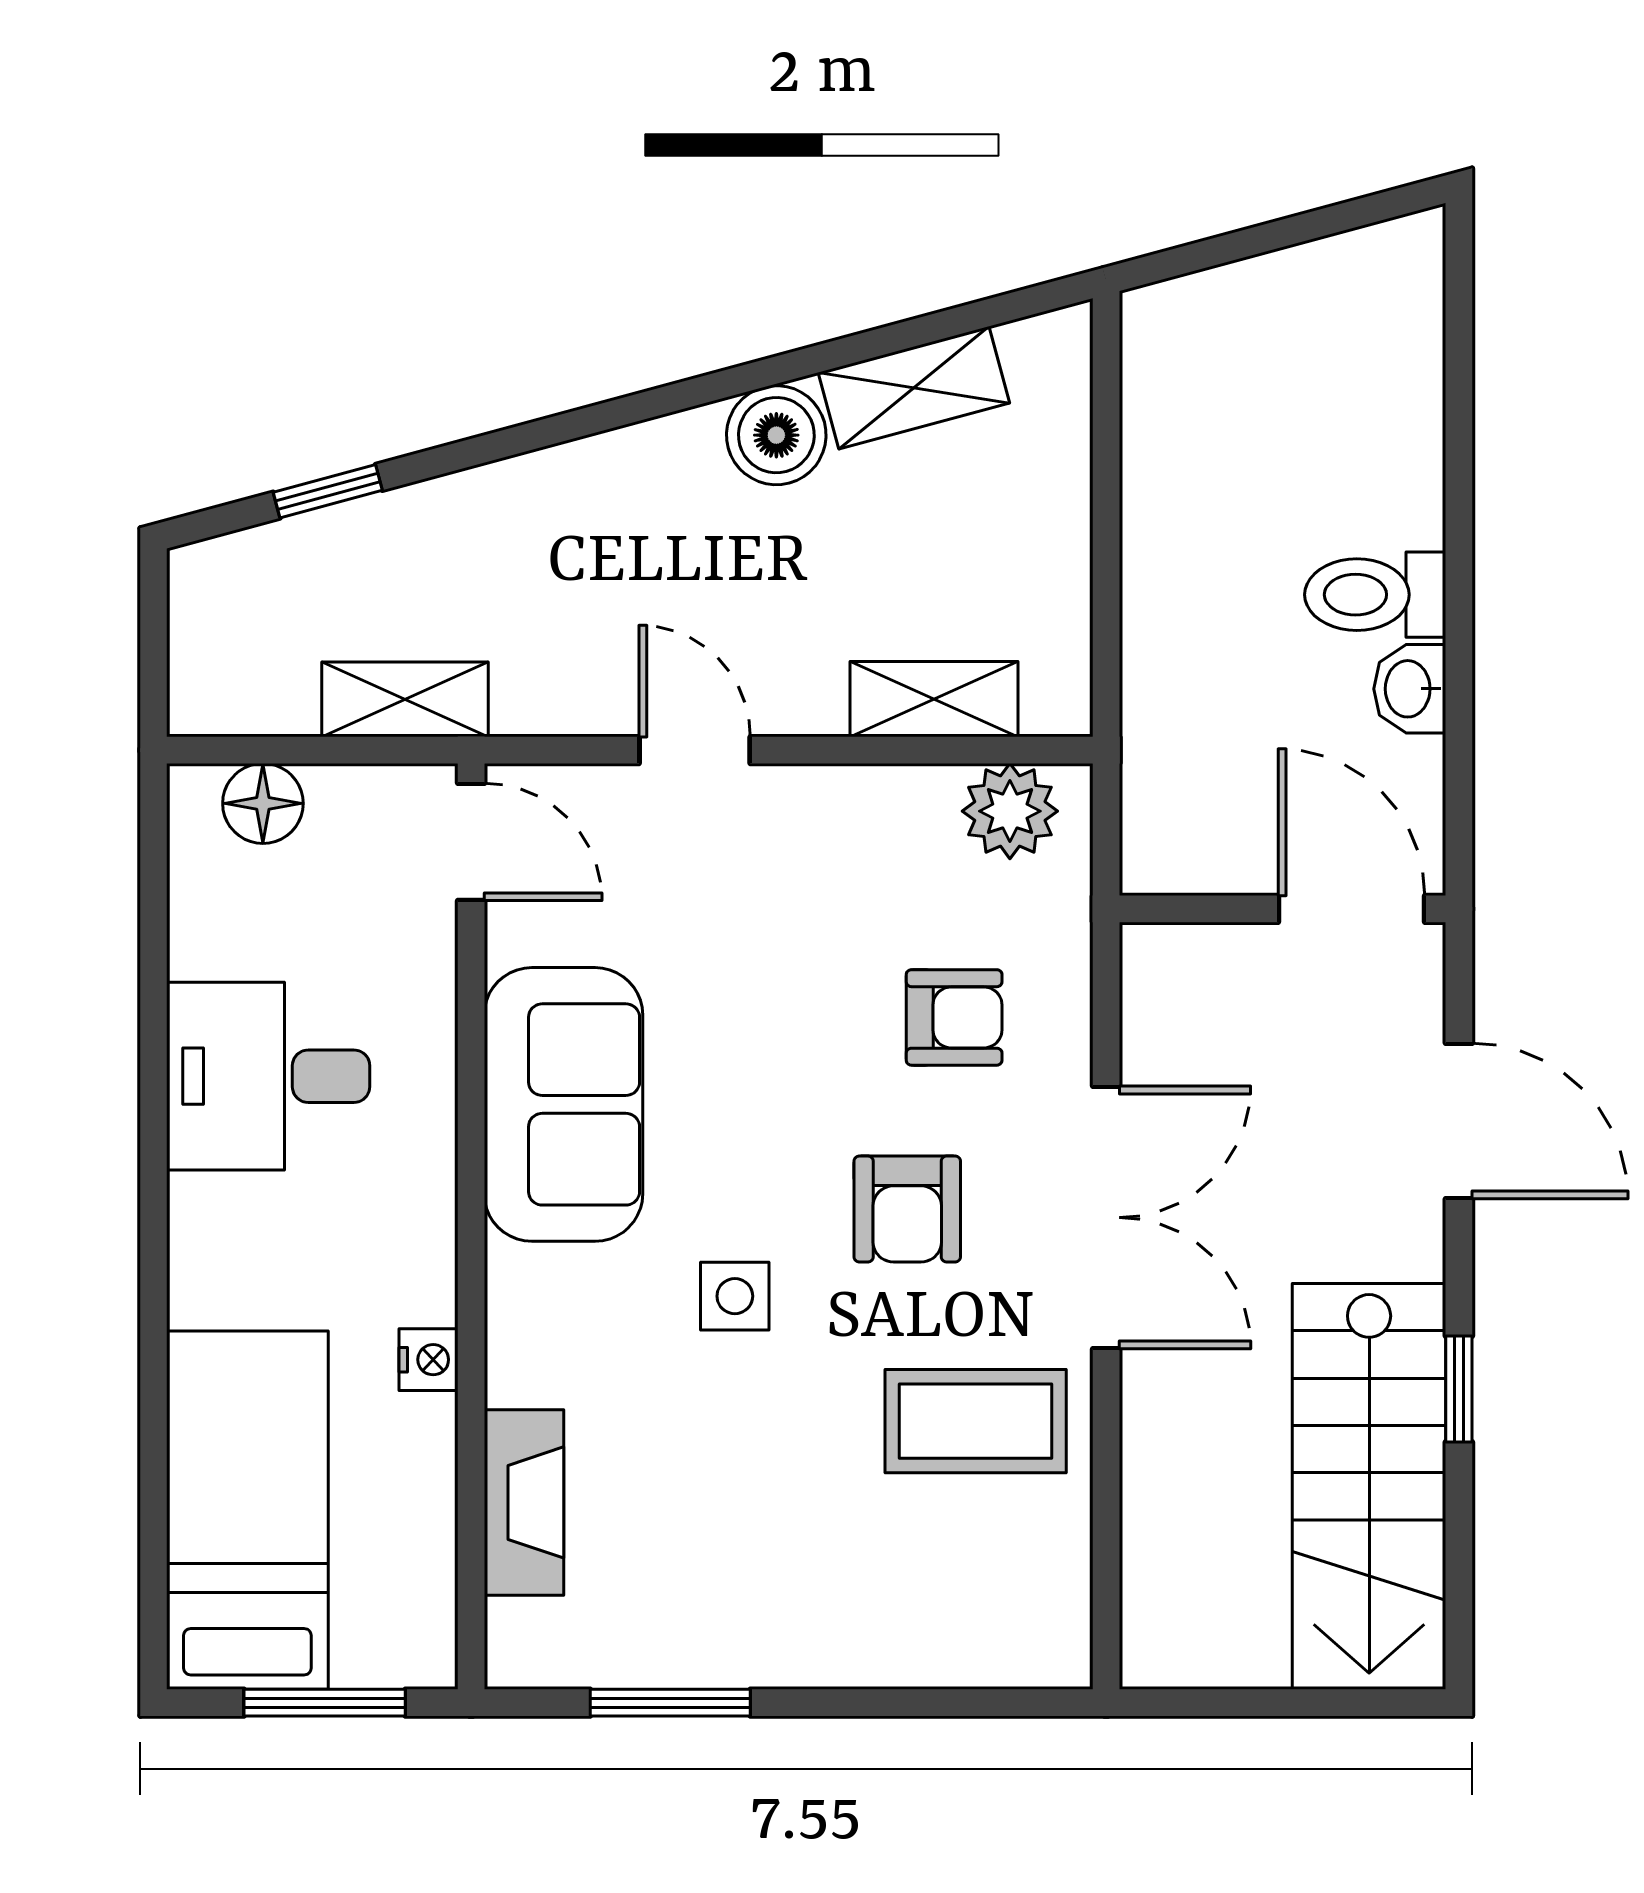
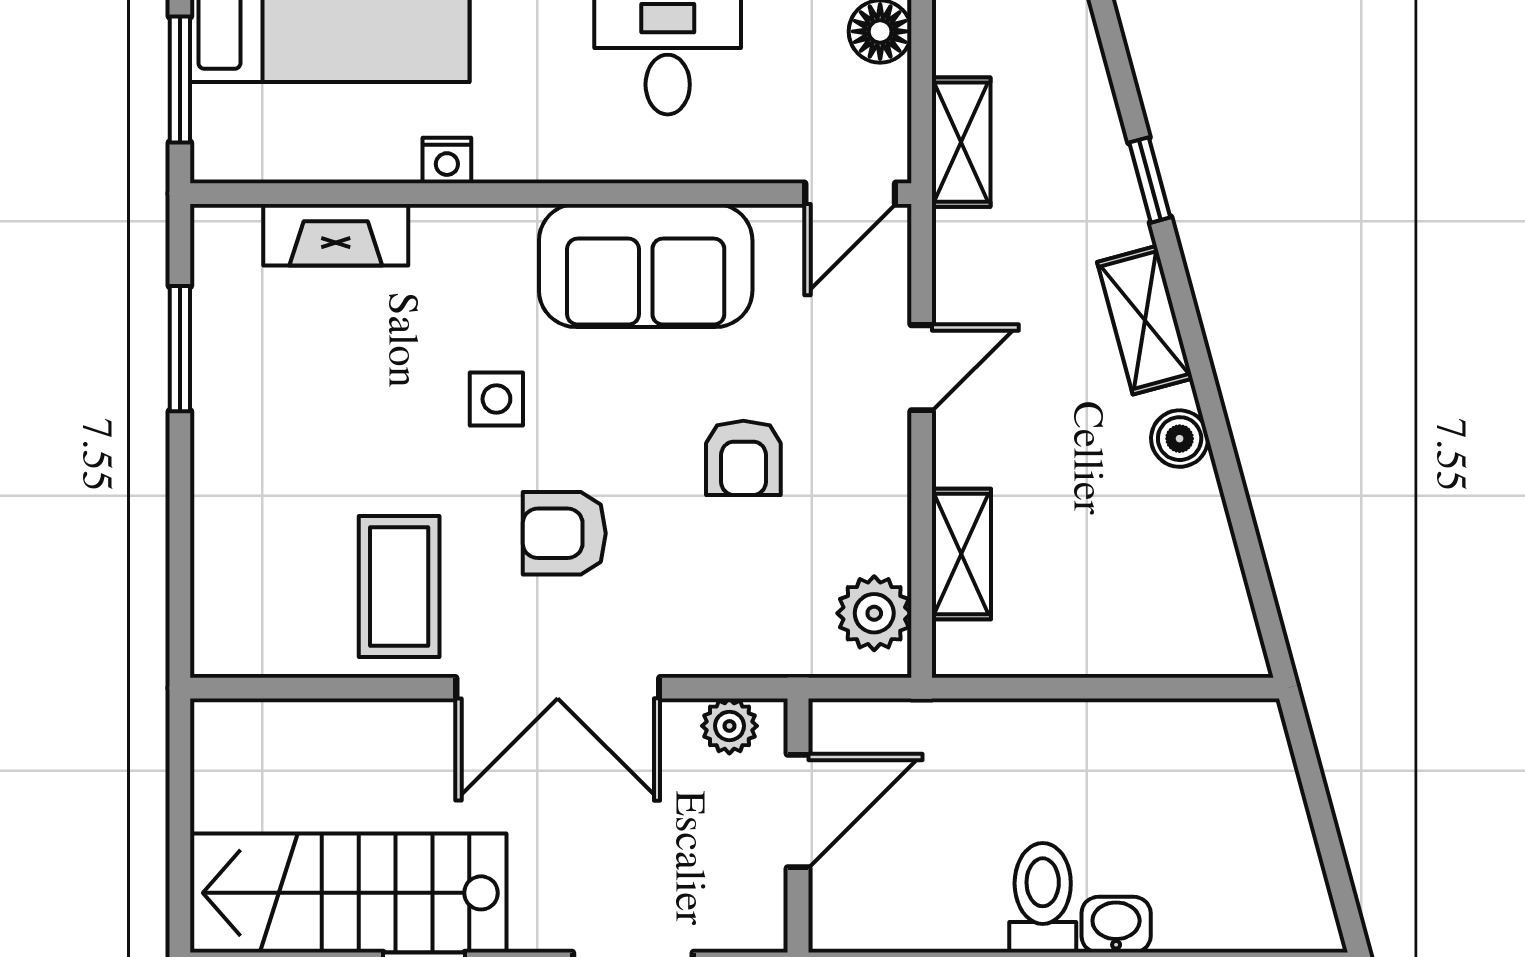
shelving: (914, 388) -> (1145, 320), moved
boiler: (776, 435) -> (1180, 439), width x0.73, depth x0.73
window: (328, 491) -> (1150, 180), moved
washbasin: (1410, 689) -> (1116, 925), moved
door: (1351, 909) -> (798, 811), moved
plant: (1155, 997) -> (729, 726), added
armchair: (954, 1017) -> (743, 458), moved

